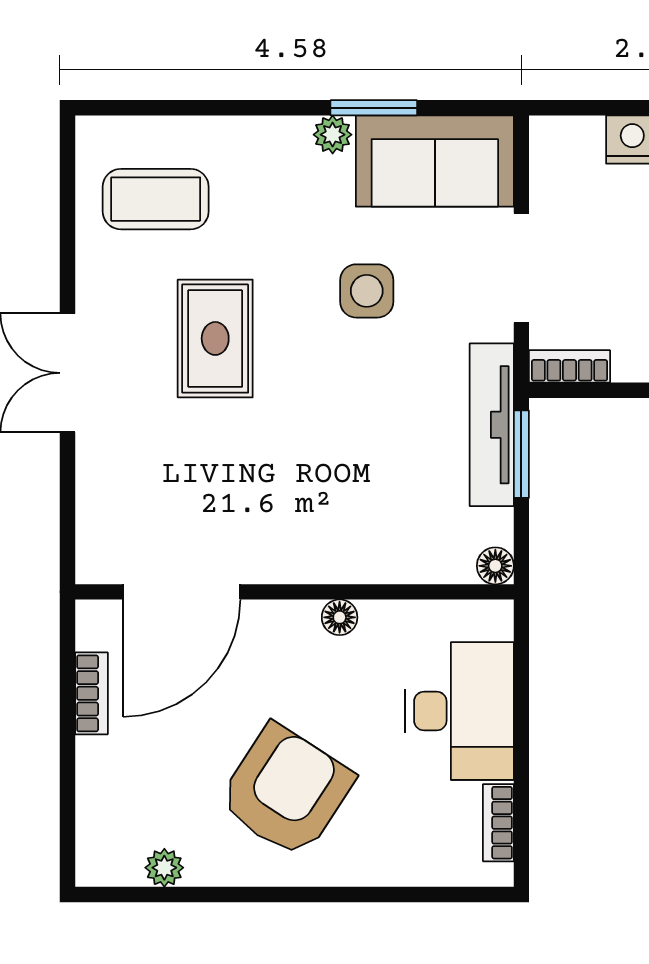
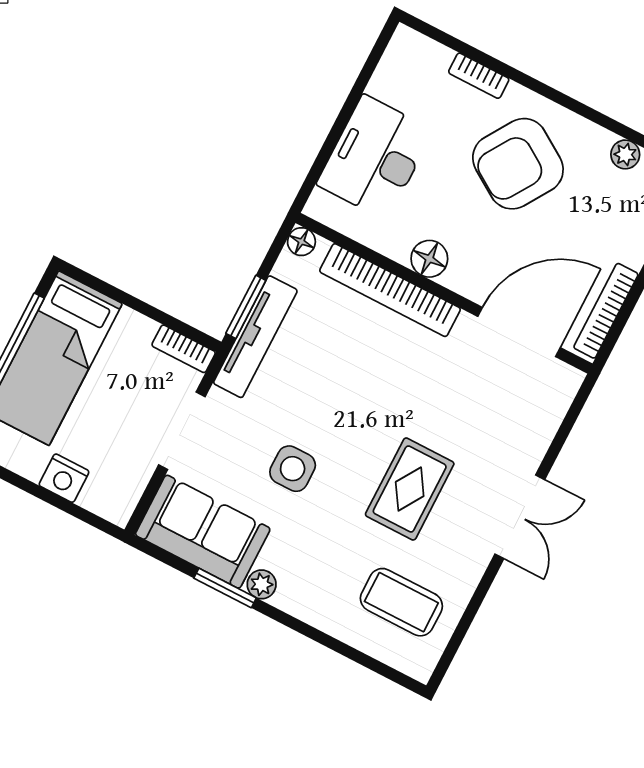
bookcase: (360, 563) -> (390, 290), added
floor lamp: (340, 617) -> (429, 259), width x1.37, depth x1.37
bookcase: (91, 693) -> (606, 311), width x1.56
bookcase: (498, 823) -> (479, 76), moved, turned 90

